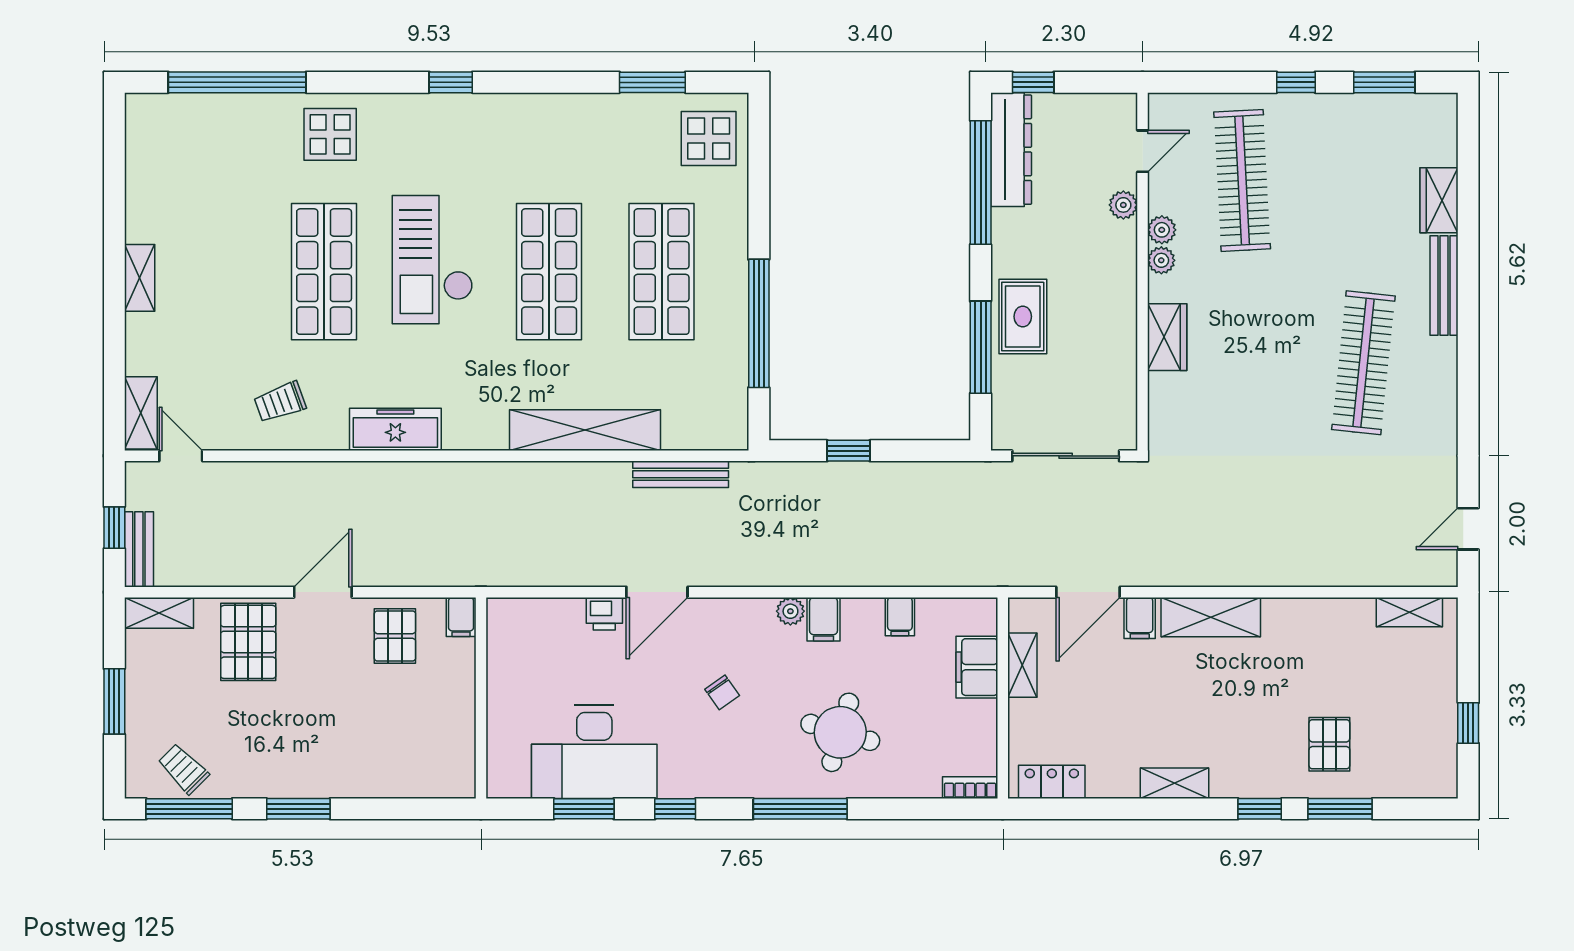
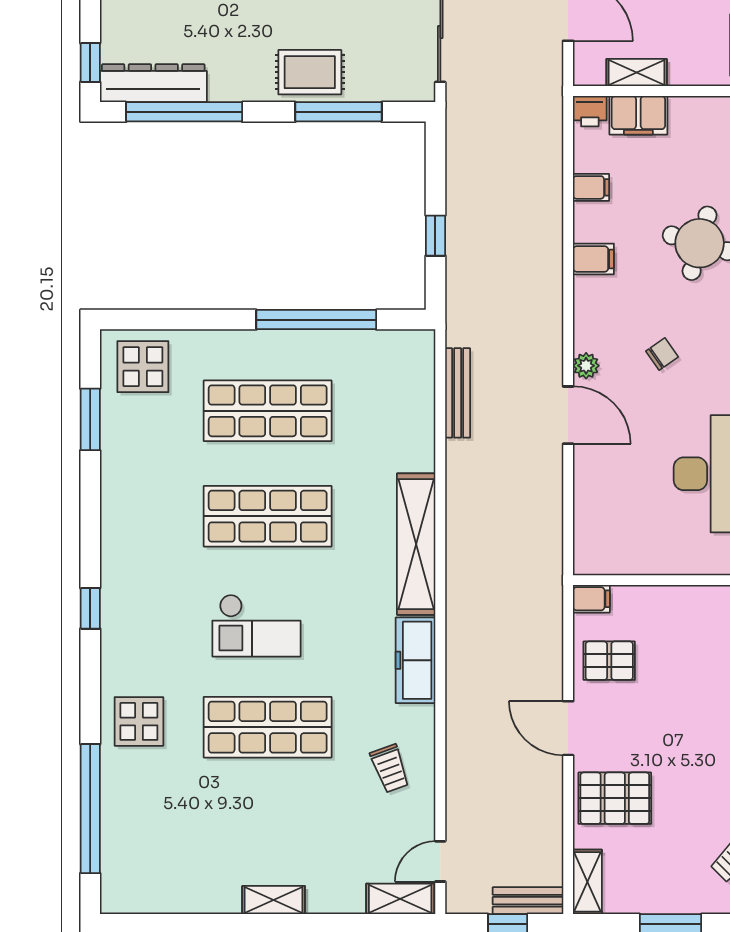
checkout: (432, 260) -> (256, 626), width x0.73, depth x0.83
shelving: (585, 430) -> (416, 544), moved
plant: (790, 611) -> (586, 366), moved
printer: (604, 614) -> (590, 111), moved, turned 90

